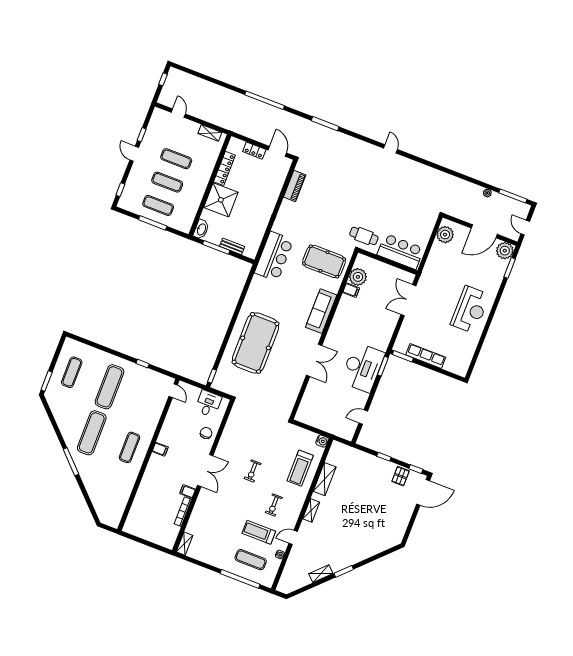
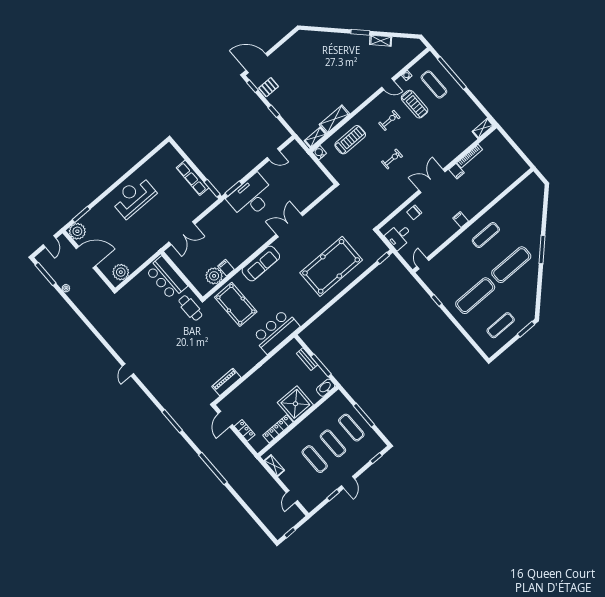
shelving: (311, 510) -> (315, 137), moved

